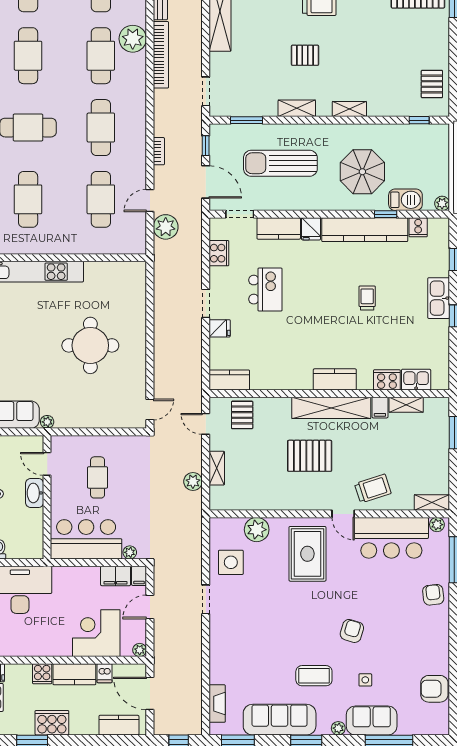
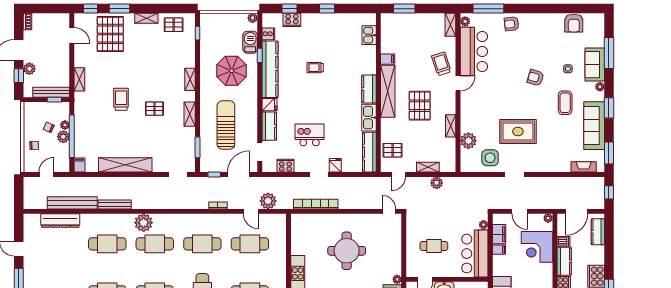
shelving: (442, 43) -> (146, 18), added
bookcase: (161, 55) -> (316, 204), moved
pallet: (305, 55) -> (154, 109), turned 90
sun lounger: (280, 163) -> (226, 125), turned 180
kitchen sink: (439, 298) -> (369, 118), moved, turned 90
kitchen counter: (229, 380) -> (369, 152), width x1.50
cooker: (387, 380) -> (292, 20), moved, turned -90
shelving: (406, 405) -> (451, 126), moved
rug: (307, 554) -> (518, 131), moved
filing cabinet: (139, 576) -> (499, 250), moved

